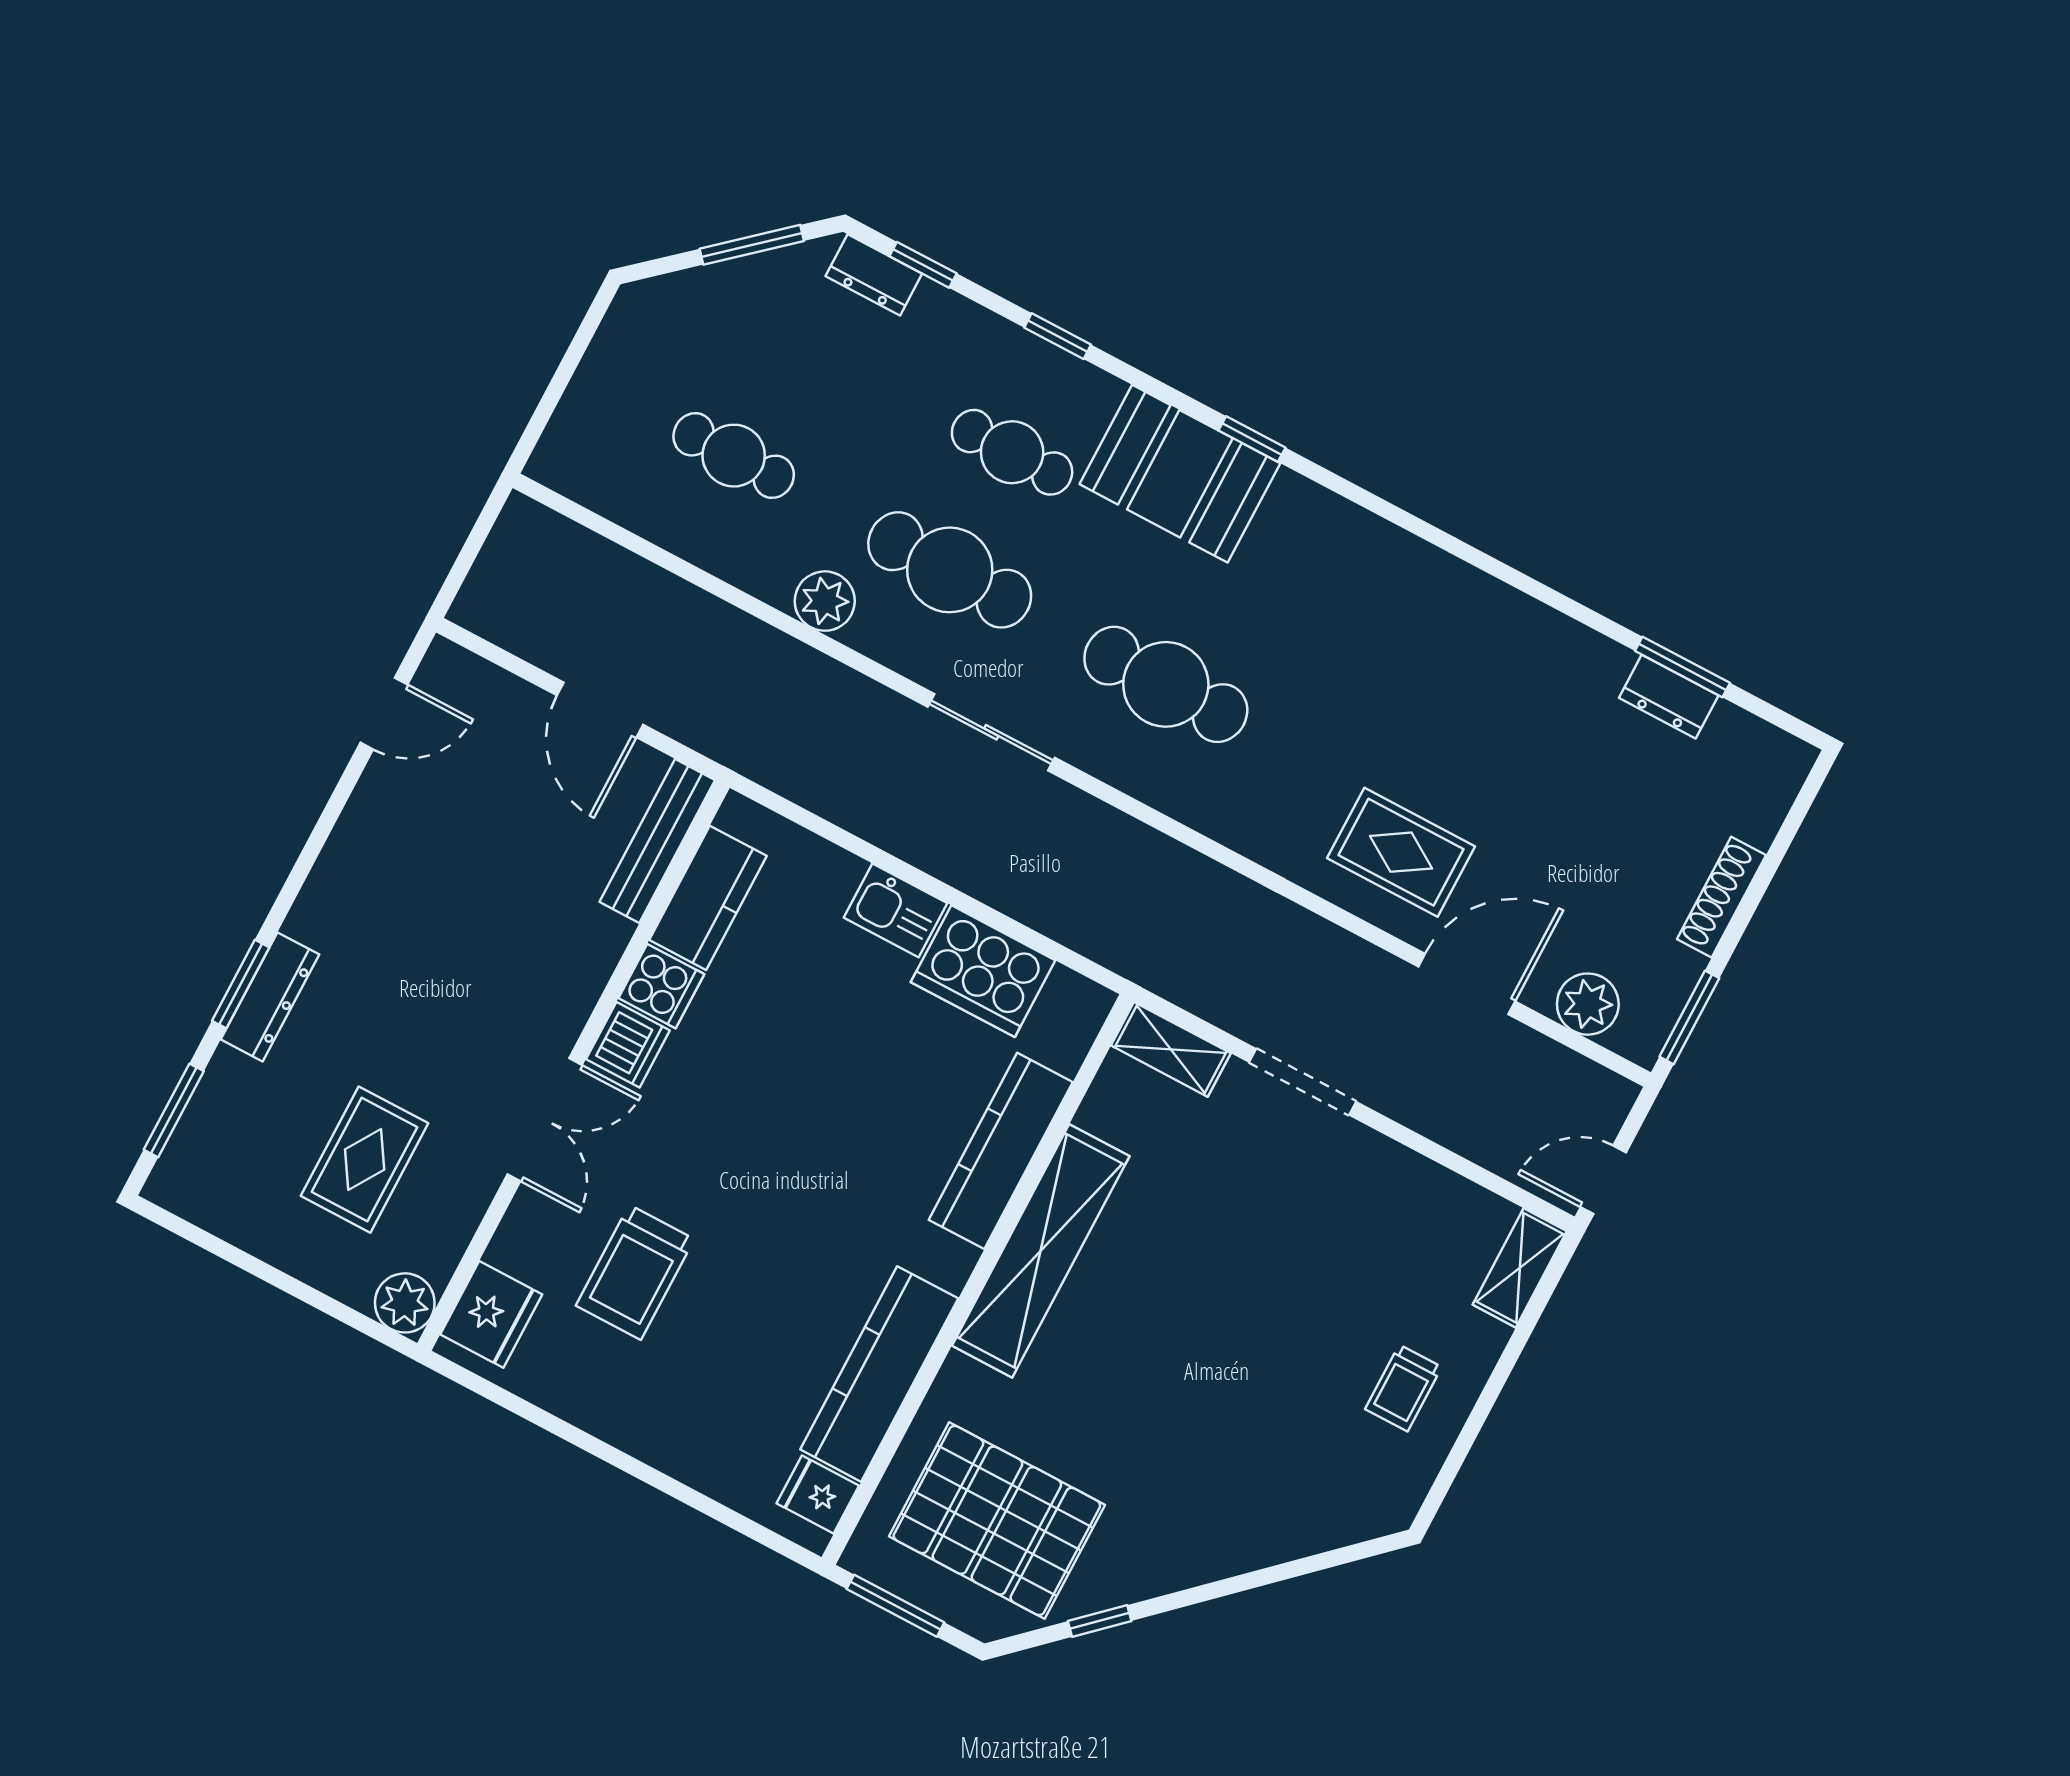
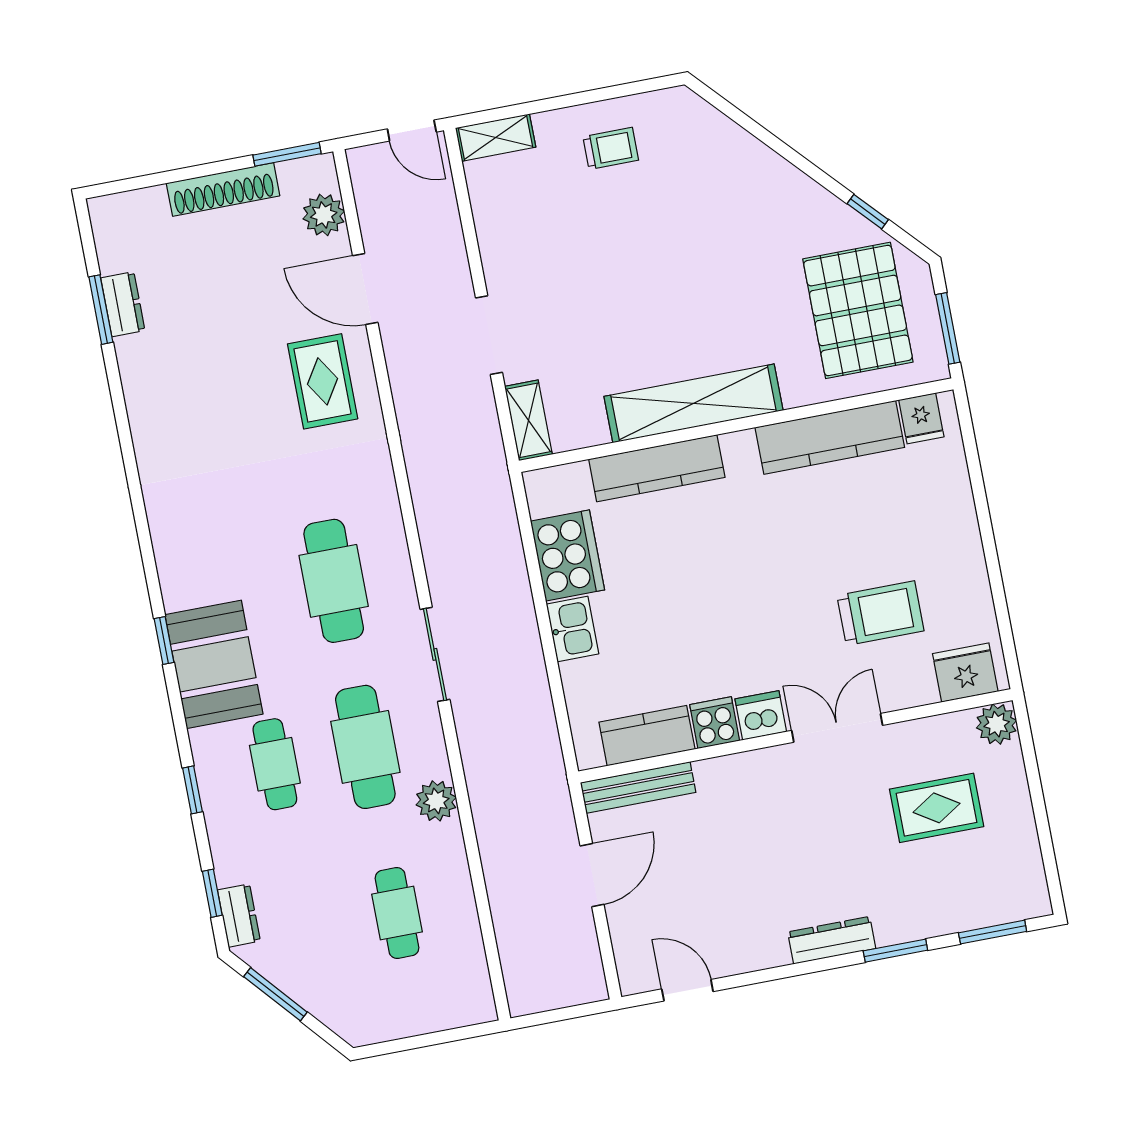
shoe rack: (1721, 897) -> (223, 189), width x1.36, depth x1.24
dresser: (270, 997) -> (832, 940), moved

